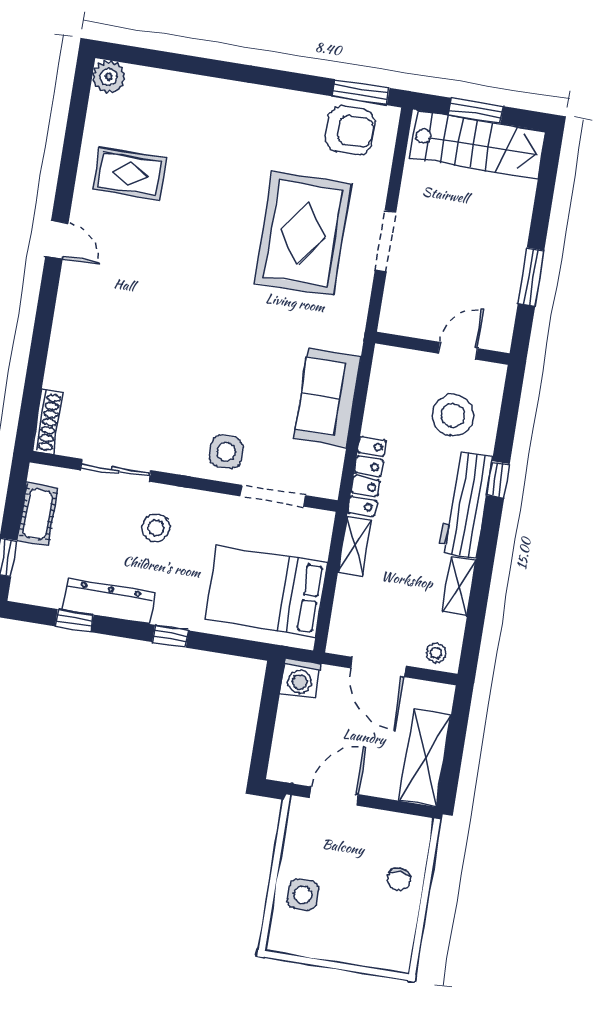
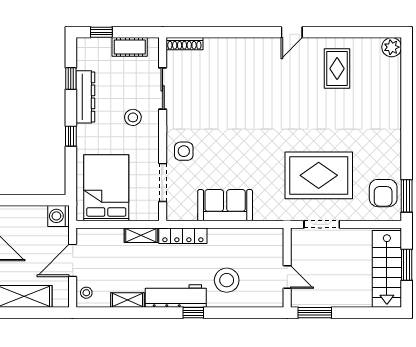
wall: (442, 348) -> (287, 268), moved
door: (458, 351) -> (287, 277), moved

